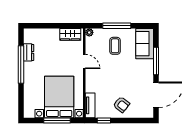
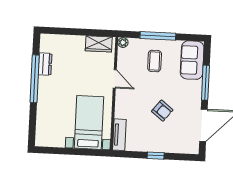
bed with nightstands: (59, 97) -> (89, 122), width x0.73
armchair: (121, 105) -> (162, 111), moved
window: (57, 120) -> (77, 152), removed
window: (104, 120) -> (156, 156), moved

